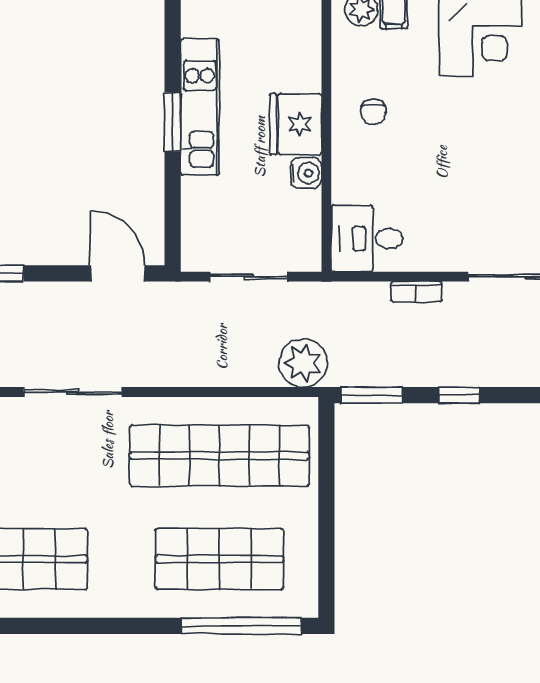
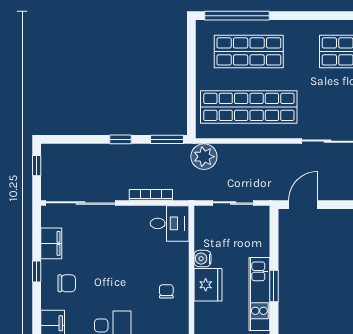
door: (118, 273) -> (303, 205), swing flipped
bookcase: (416, 292) -> (151, 195), width x1.56

